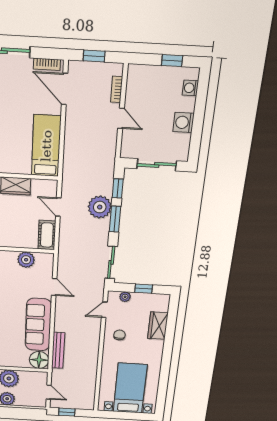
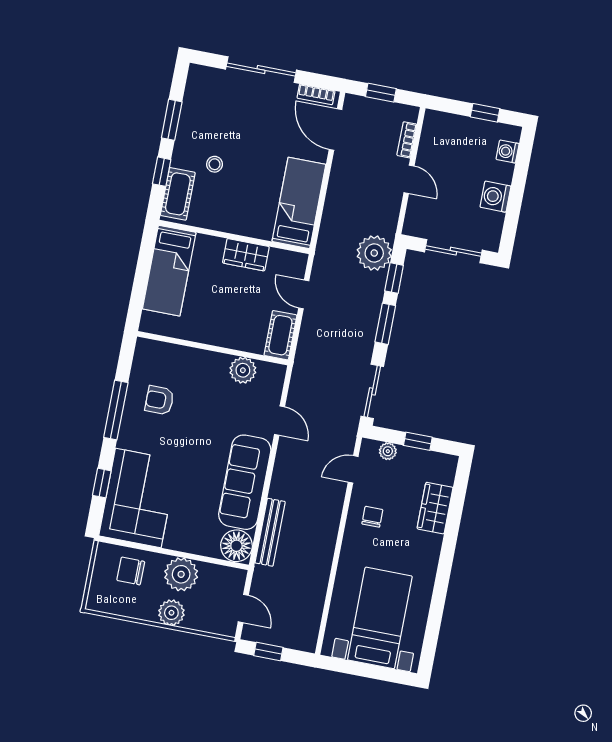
plant: (100, 207) -> (374, 253), moved

